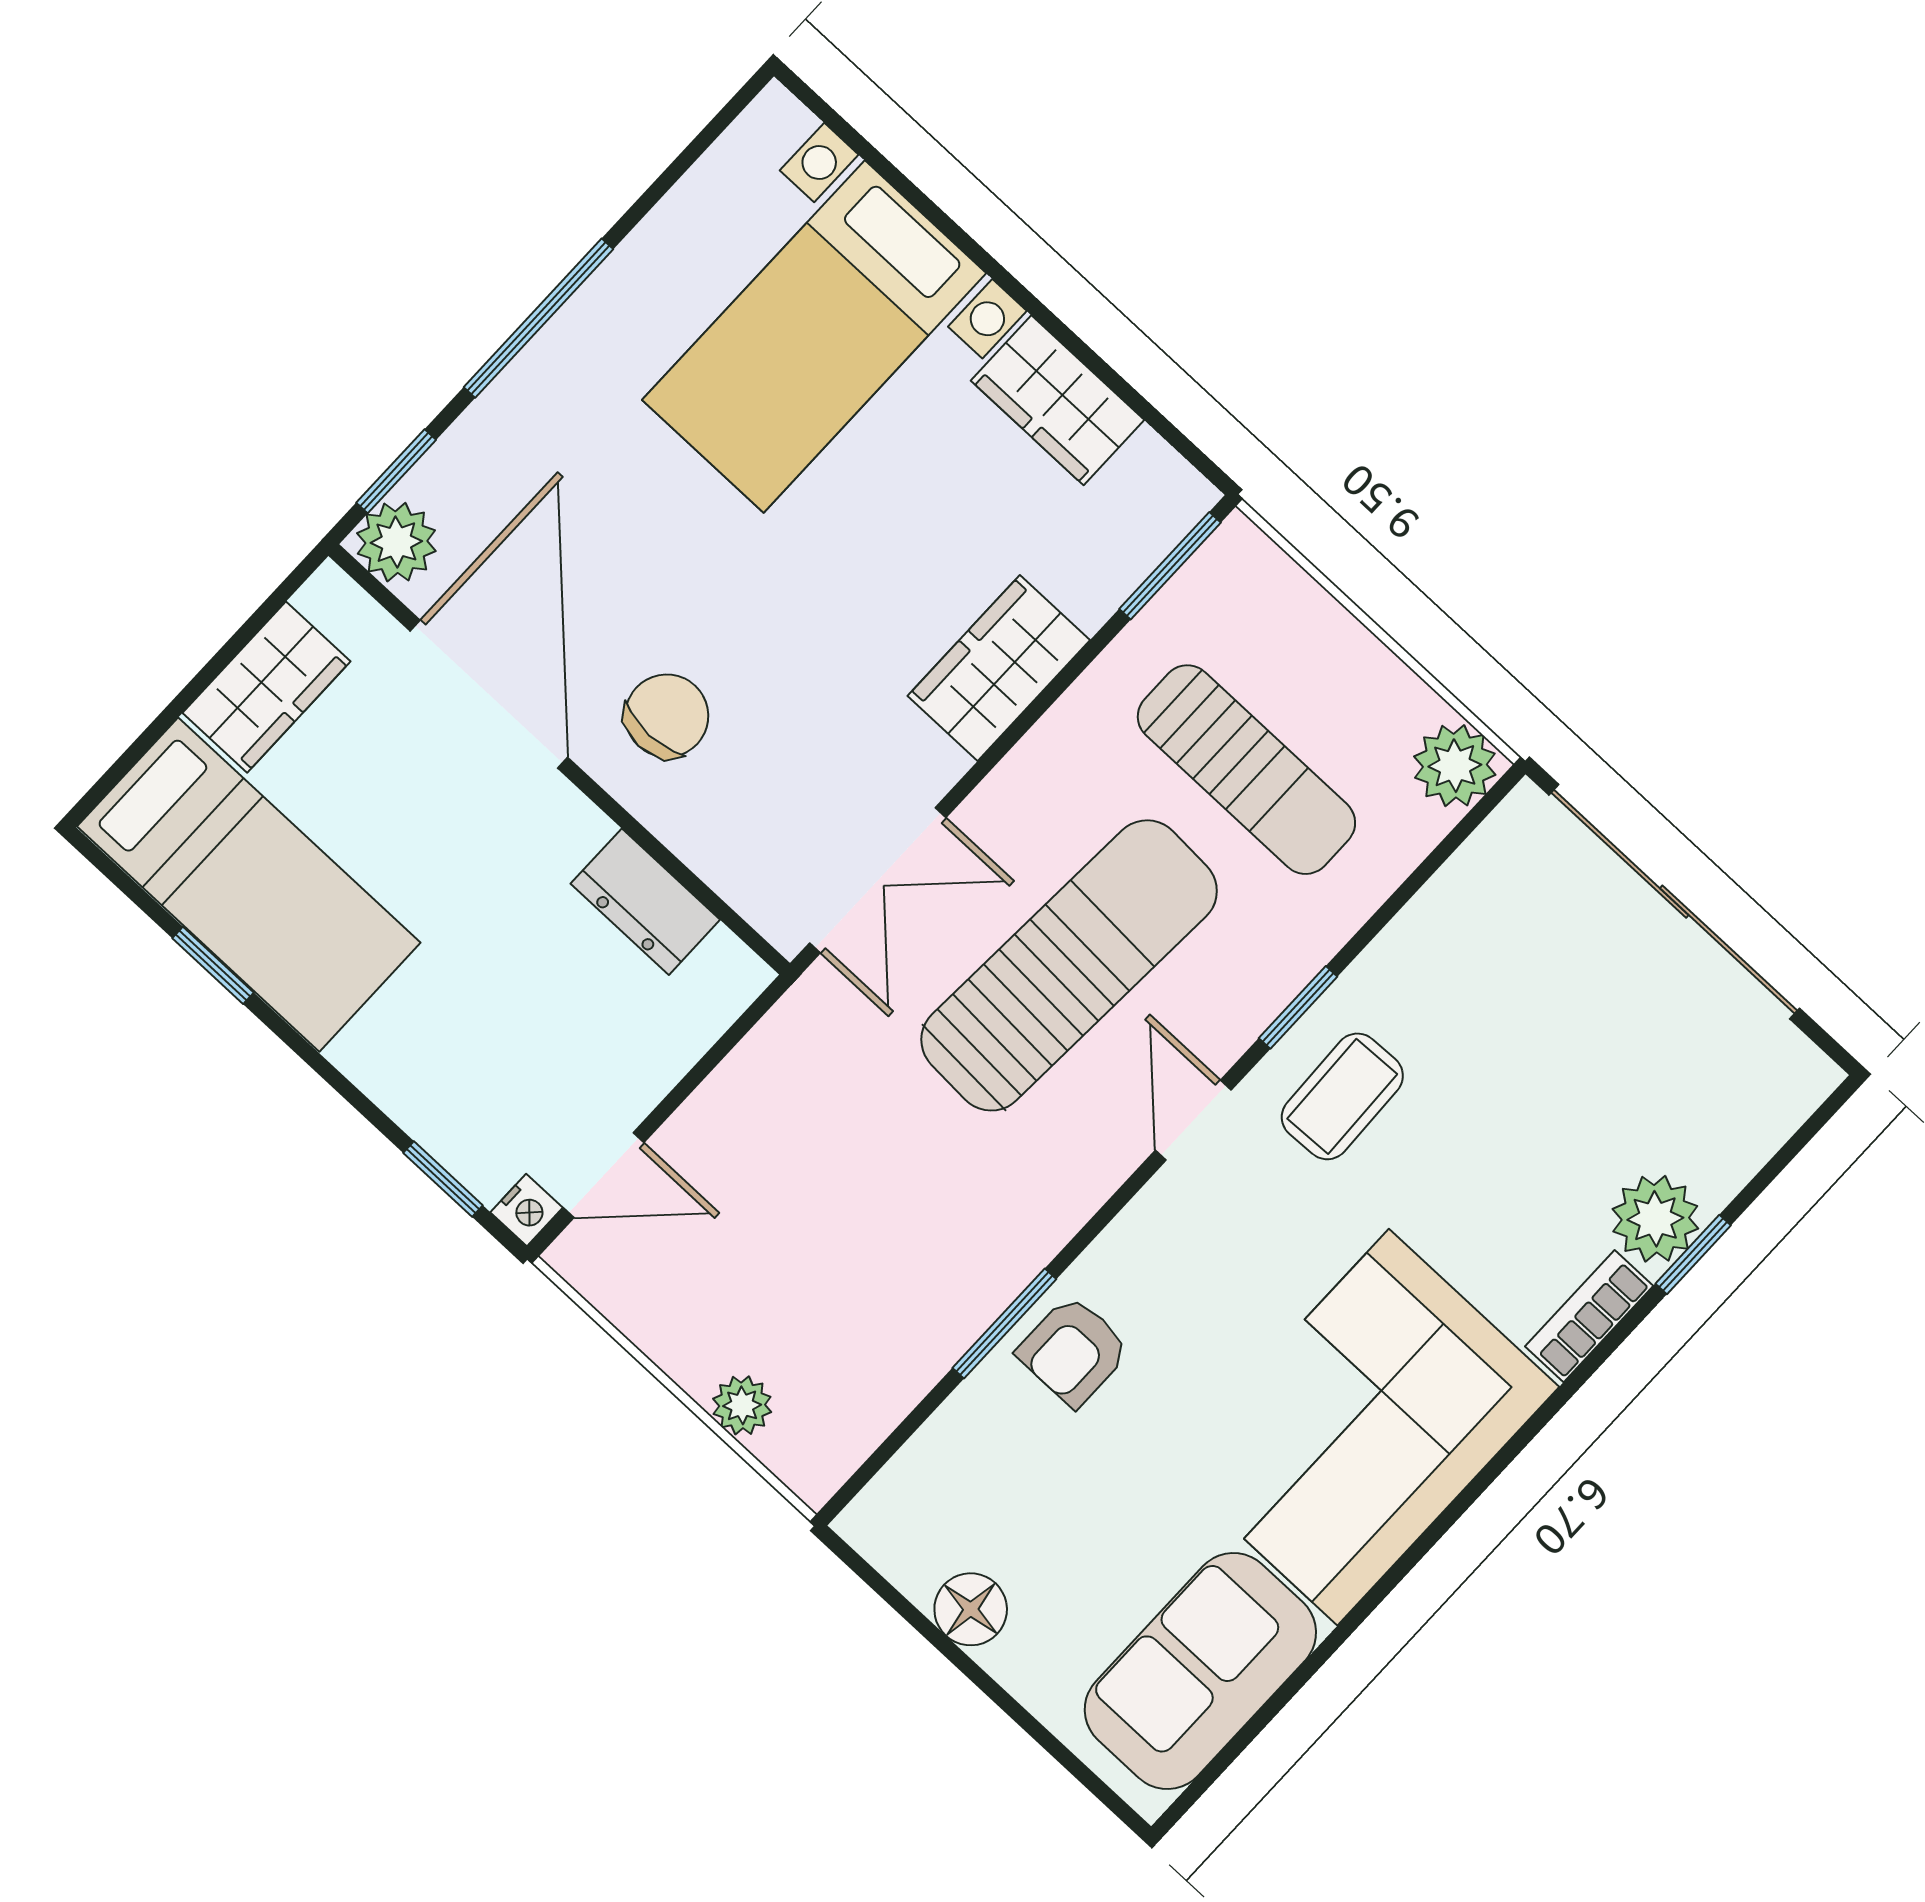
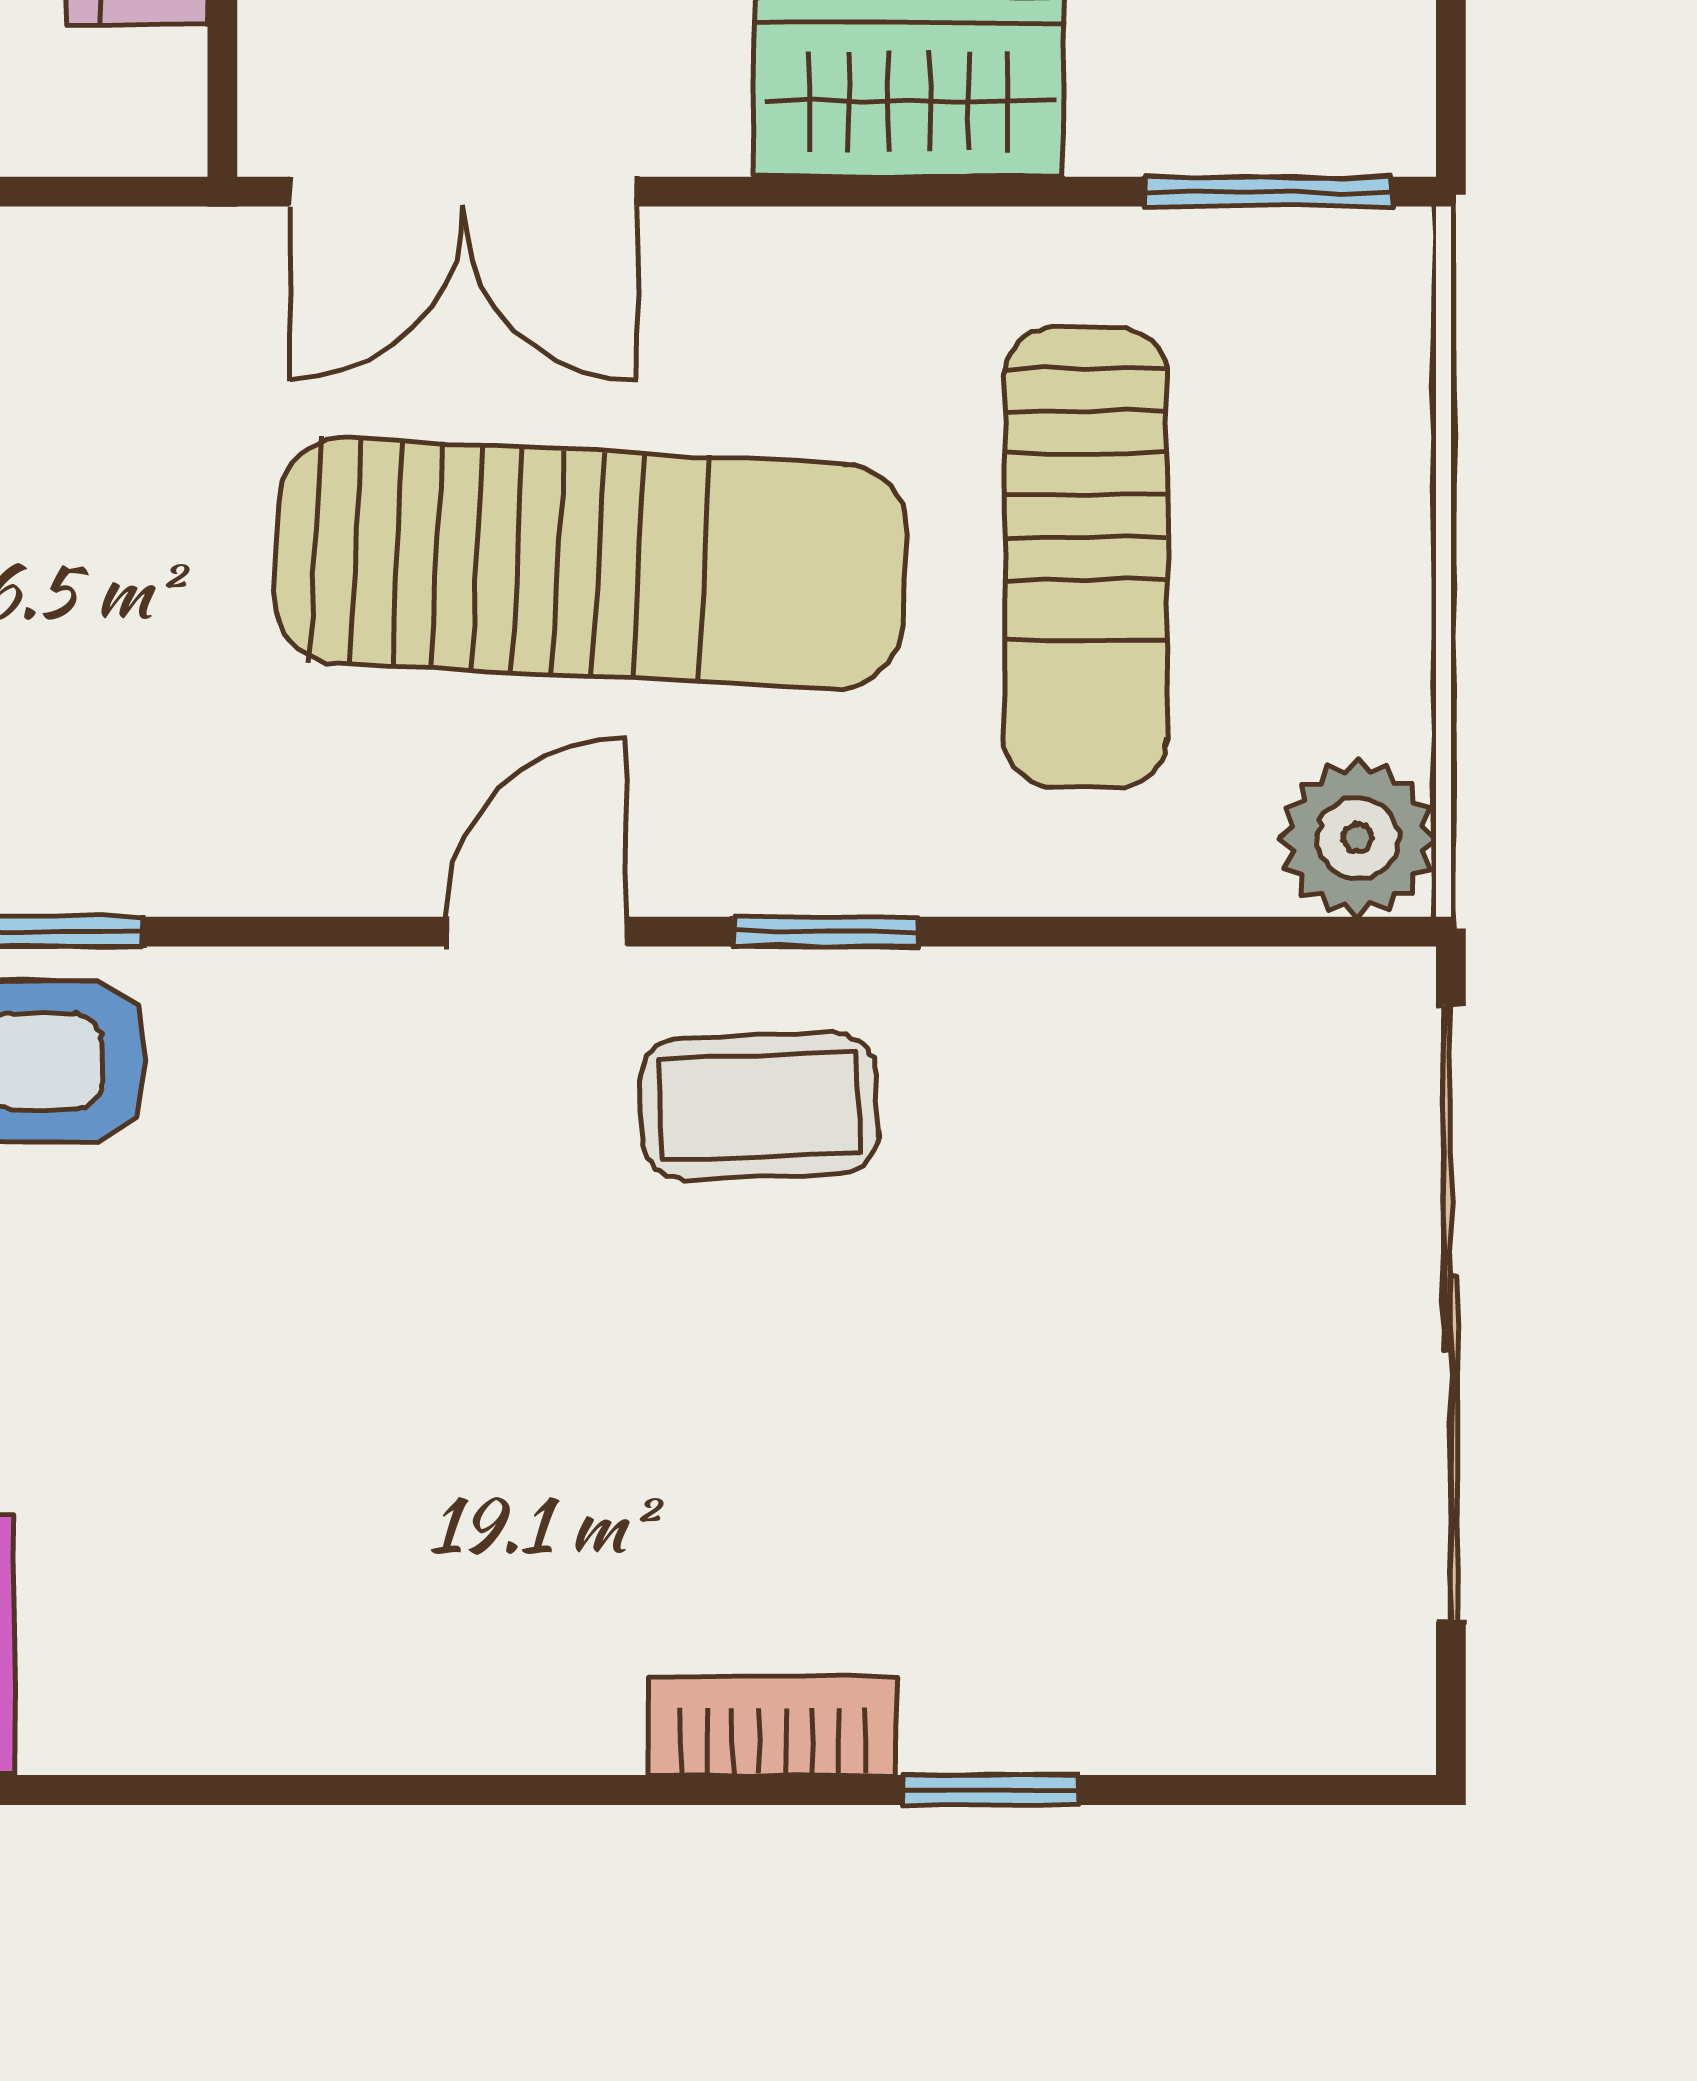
plant: (1655, 1219) -> (991, 1692), removed
corner sofa: (1363, 1427) -> (331, 1557), removed

